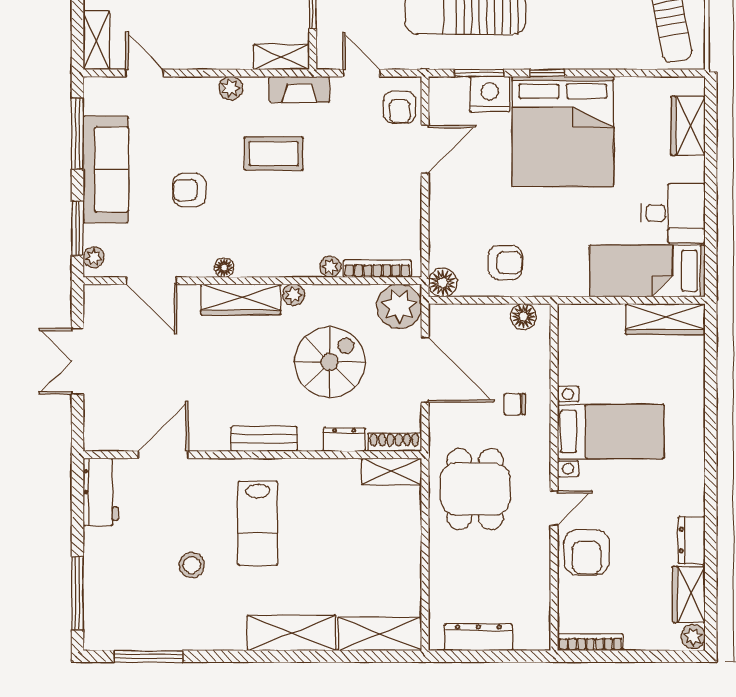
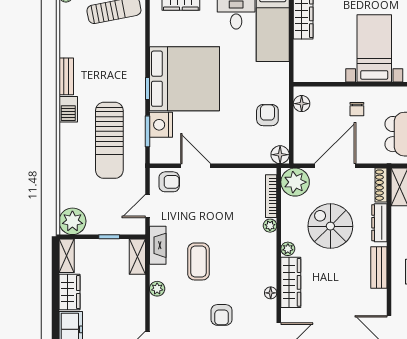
dresser: (344, 439) -> (379, 223), width x1.44

